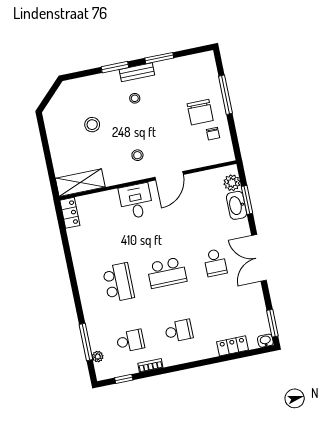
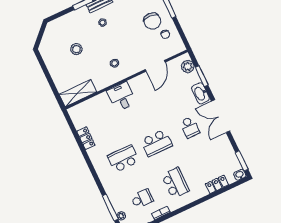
door: (169, 176) -> (155, 66), moved
washbasin: (237, 205) -> (200, 93), moved
locker: (70, 213) -> (86, 138), moved
school desk: (118, 283) -> (123, 159), turned -90
school desk: (179, 331) -> (175, 183), width x1.85

